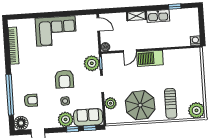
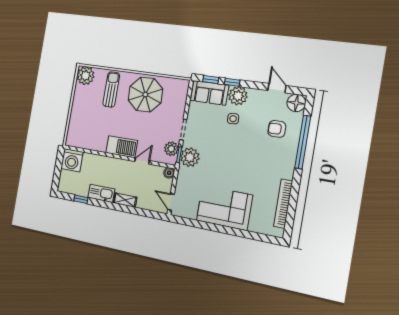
washing machine: (195, 41) -> (72, 160), width x1.89, depth x1.89
armchair: (64, 79) -> (228, 146), removed
plant: (110, 103) -> (171, 149), moved

